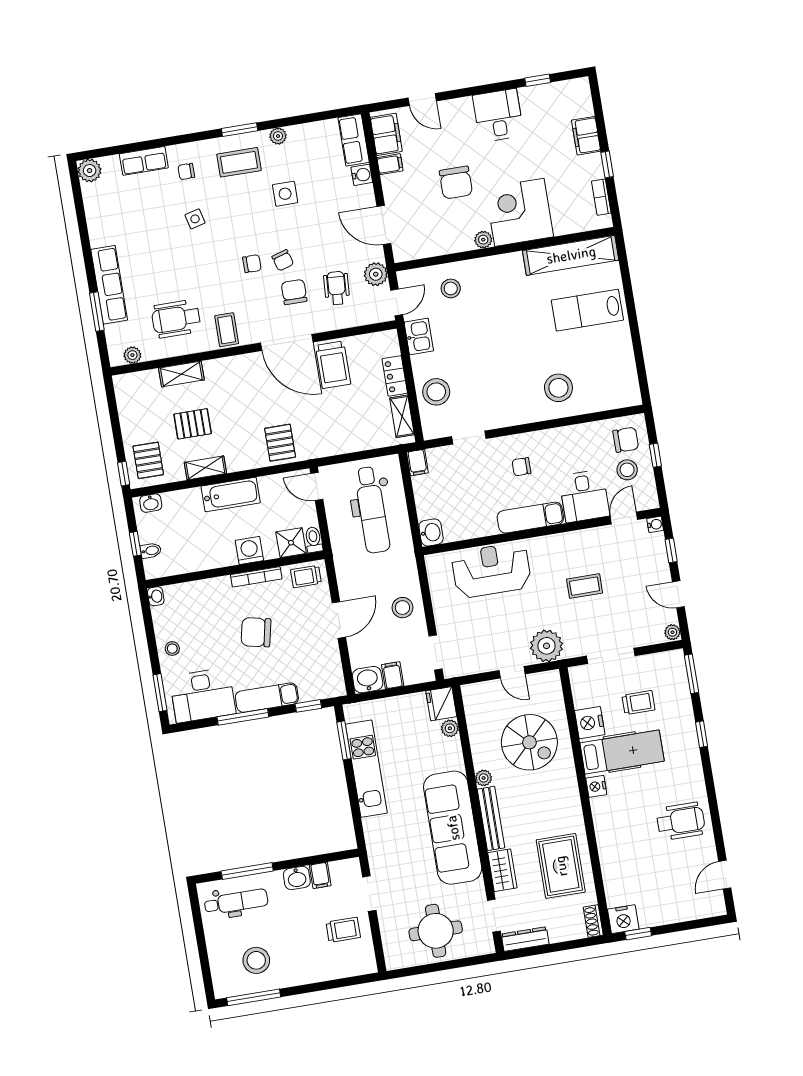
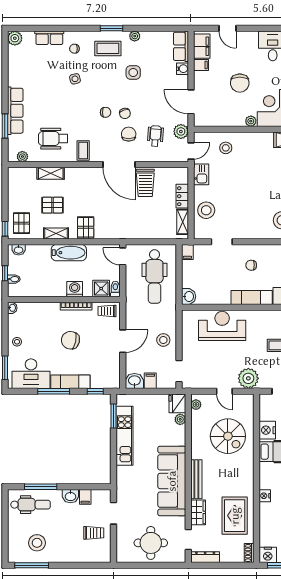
pallet: (280, 443) -> (86, 227), moved
plant: (484, 778) -> (196, 405), moved
nightstand: (596, 786) -> (265, 496), moved

